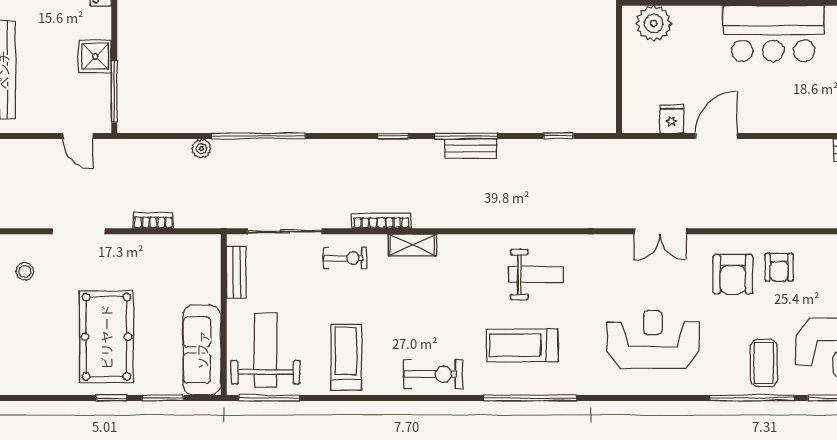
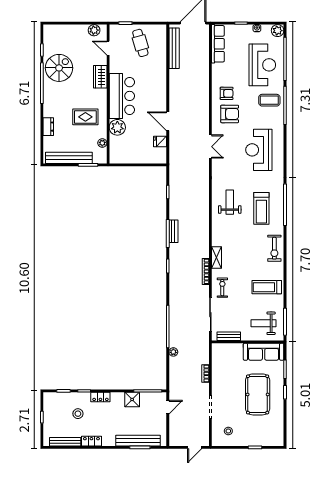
plant: (654, 23) -> (117, 127), moved
pool table: (106, 337) -> (258, 394), turned 90
weight bench: (265, 350) -> (264, 323), width x0.73, depth x0.75
exercise bike: (433, 374) -> (274, 248), turned 180

